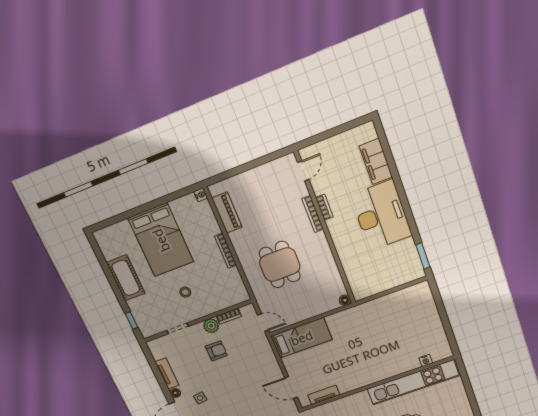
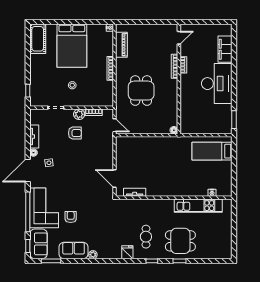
cot: (126, 278) -> (38, 39), moved
bed: (302, 338) -> (212, 151), moved, turned 180
kitchen unit: (413, 382) -> (198, 206), width x0.73

